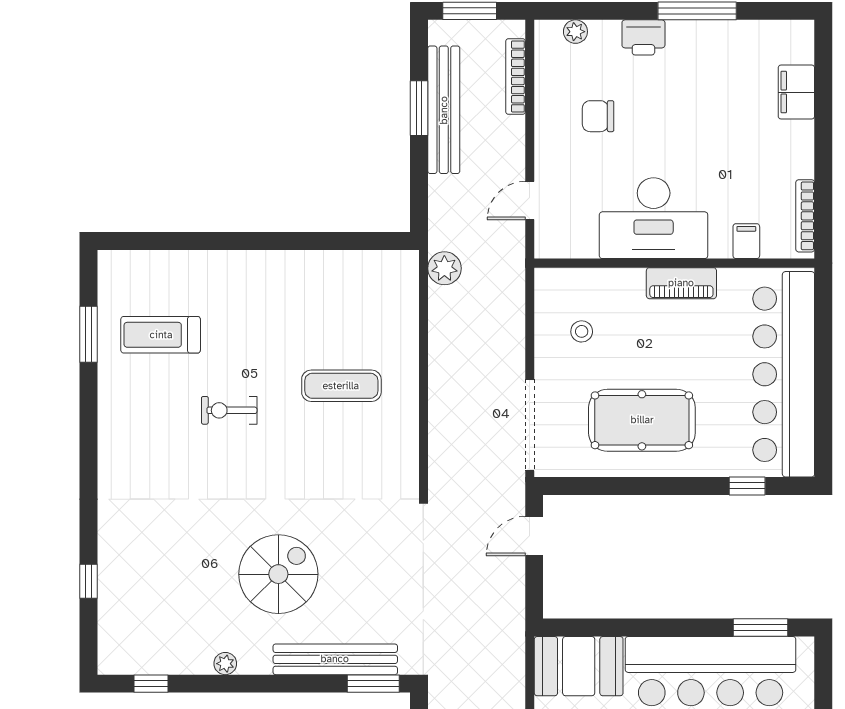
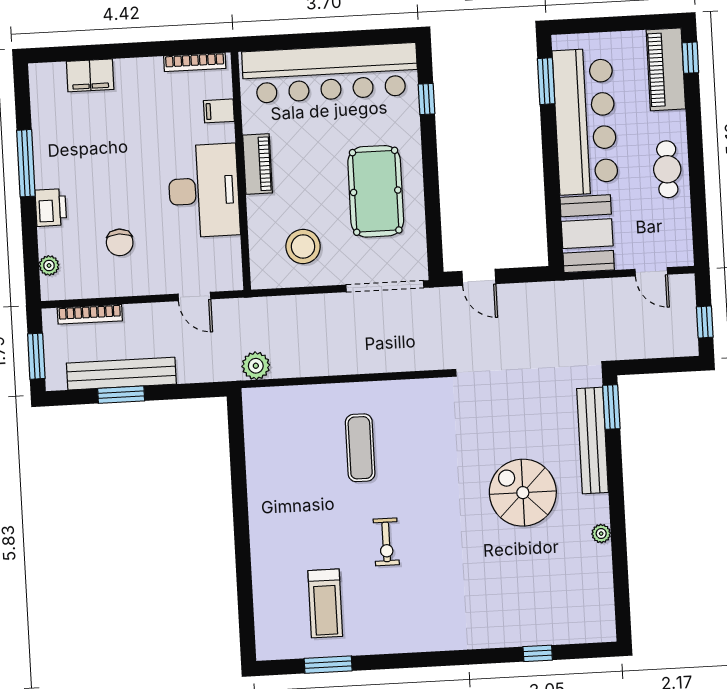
stool: (582, 331) -> (303, 246), width x1.89, depth x1.89
window: (151, 684) -> (622, 596), removed

